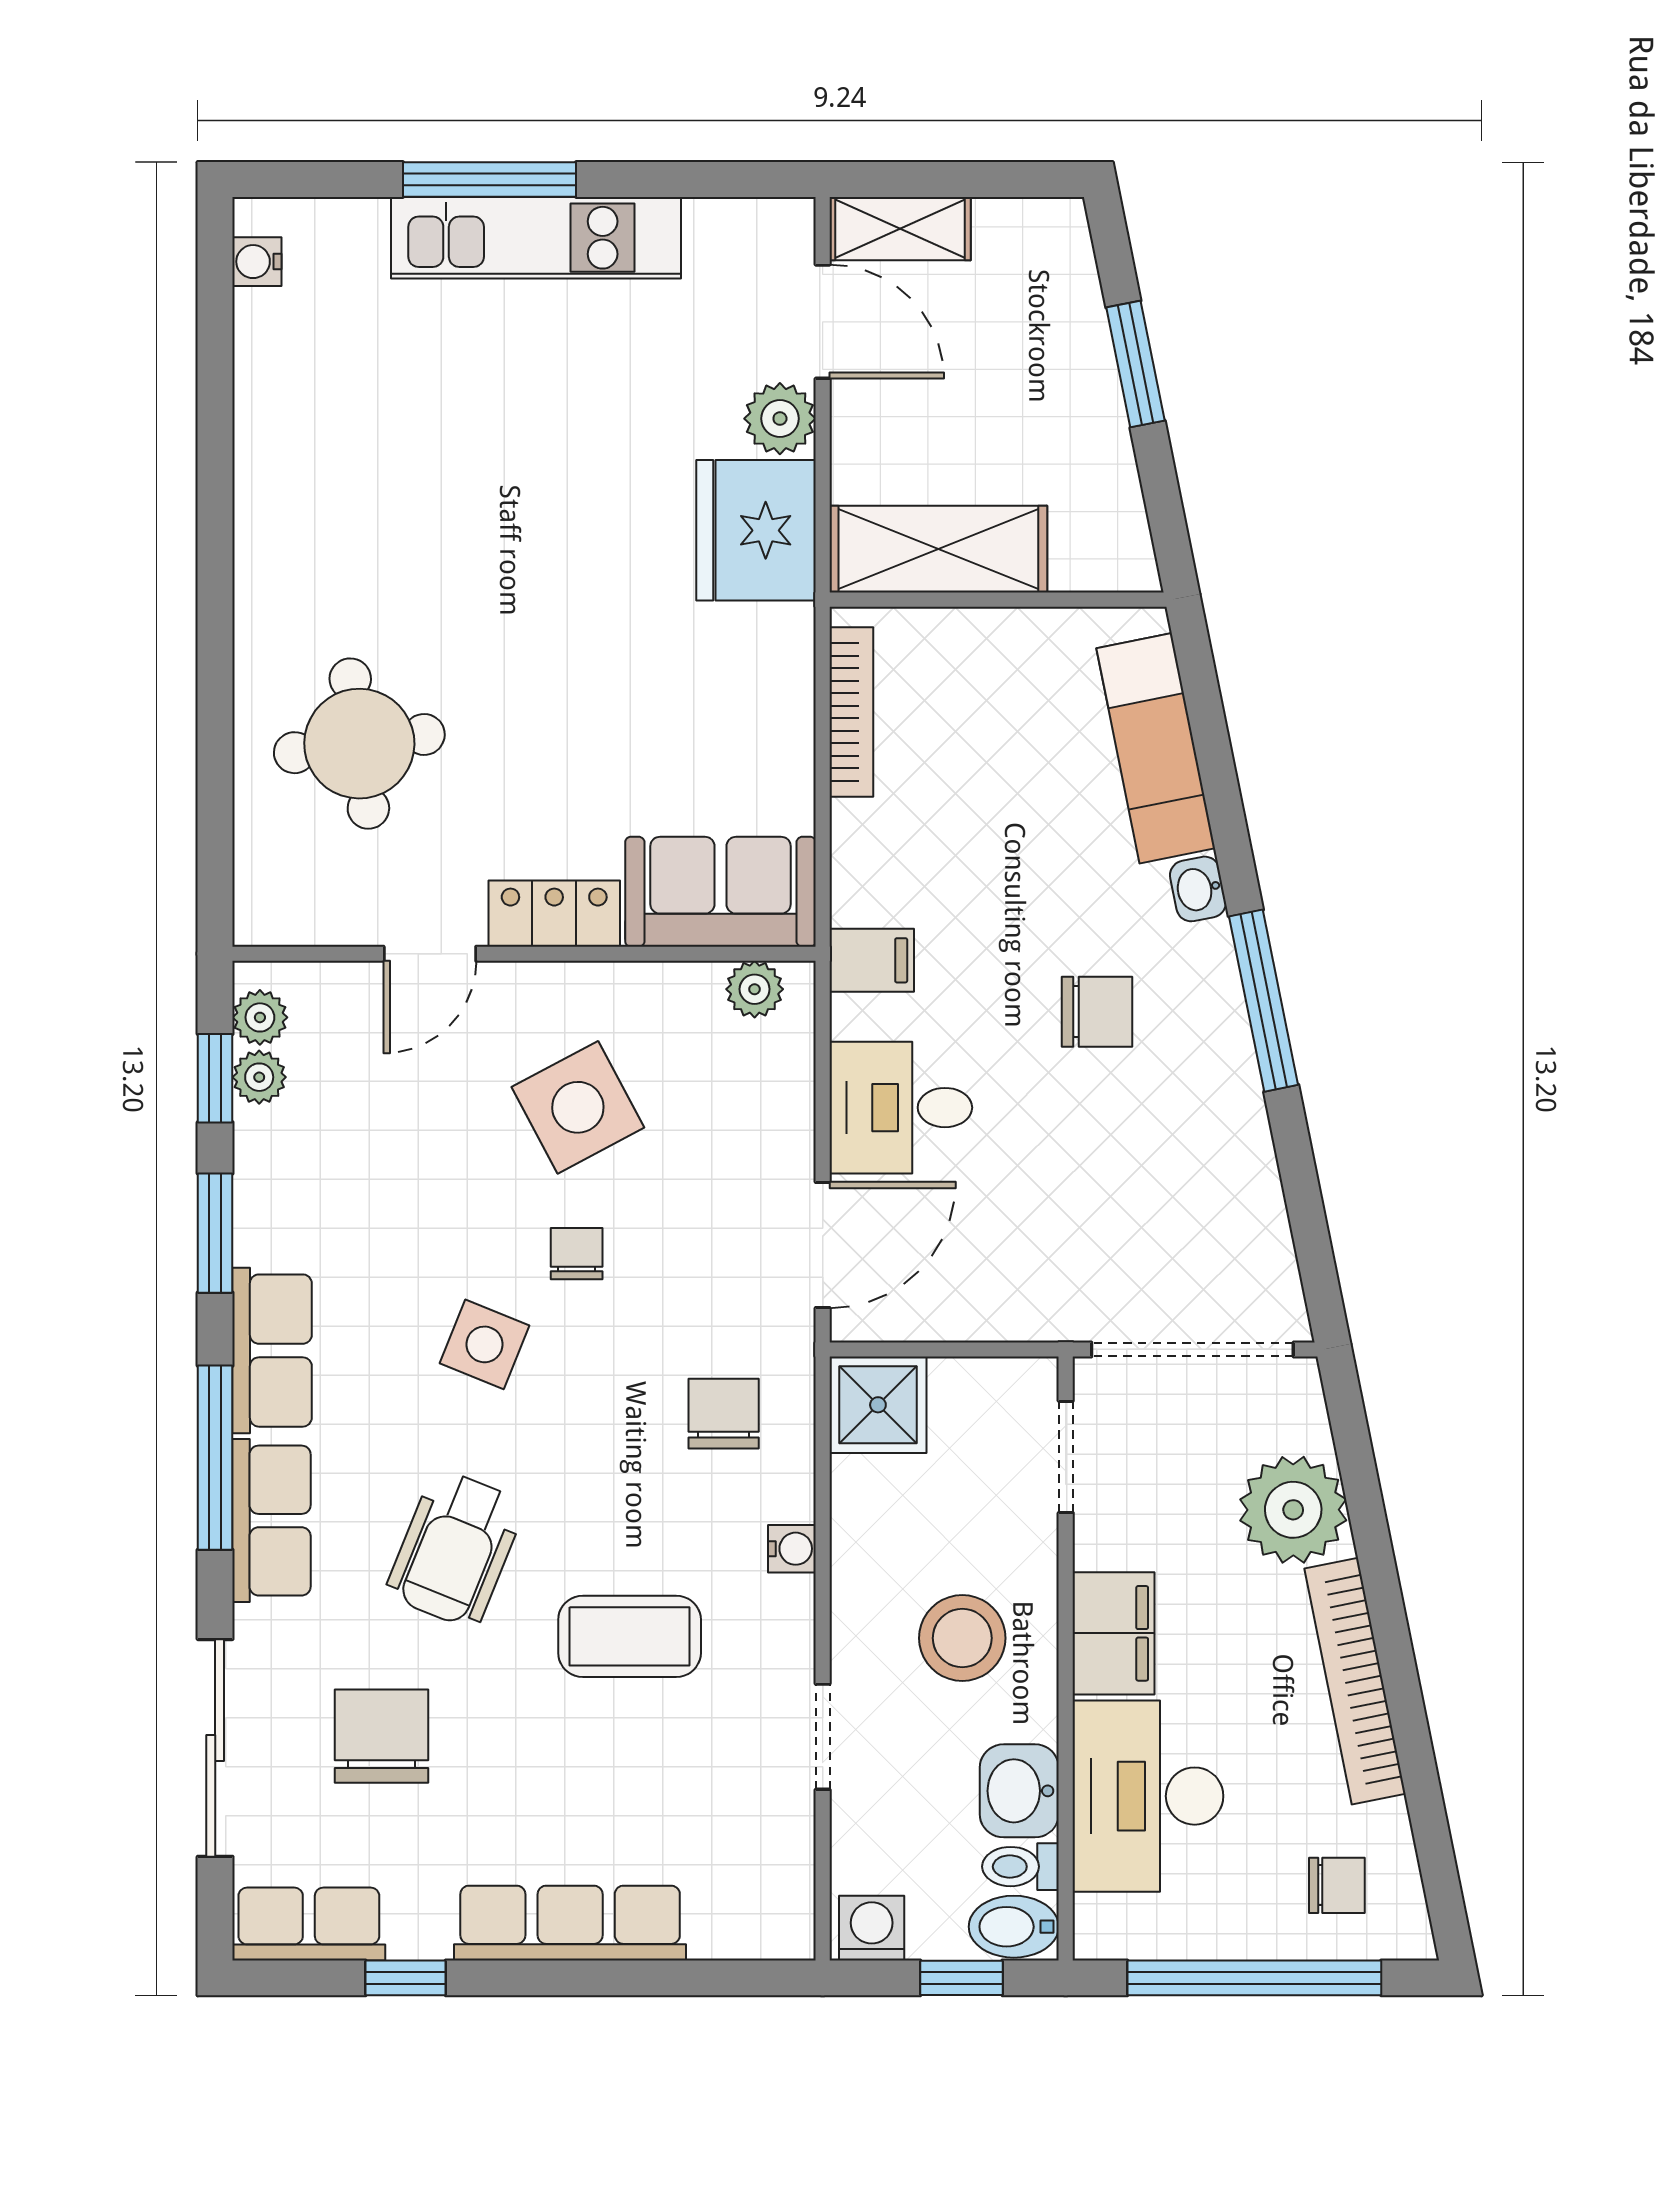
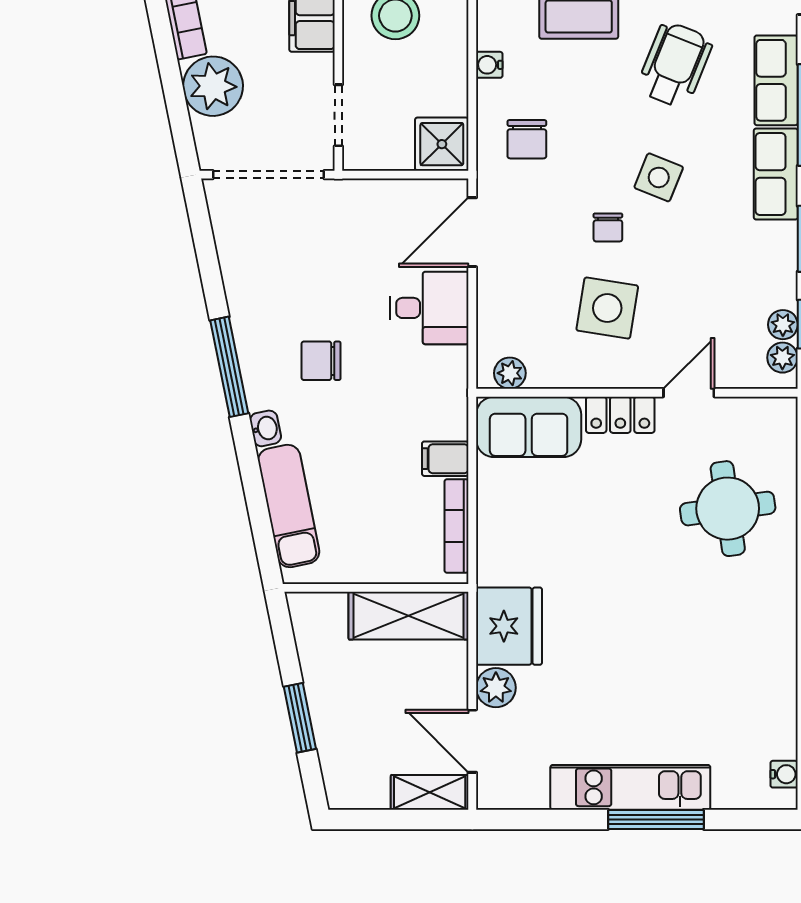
filing cabinet: (872, 960) -> (445, 459), moved
side table: (578, 1107) -> (607, 308), turned 37

